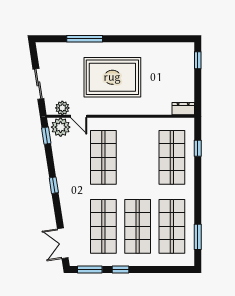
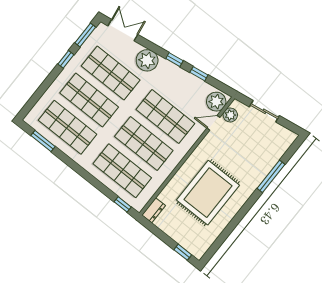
rug: (112, 77) -> (208, 193), moved
window: (46, 136) -> (199, 74), moved
window: (198, 148) -> (123, 204), moved
shop shelf: (138, 157) -> (144, 144), added
plant: (71, 206) -> (147, 60), added

